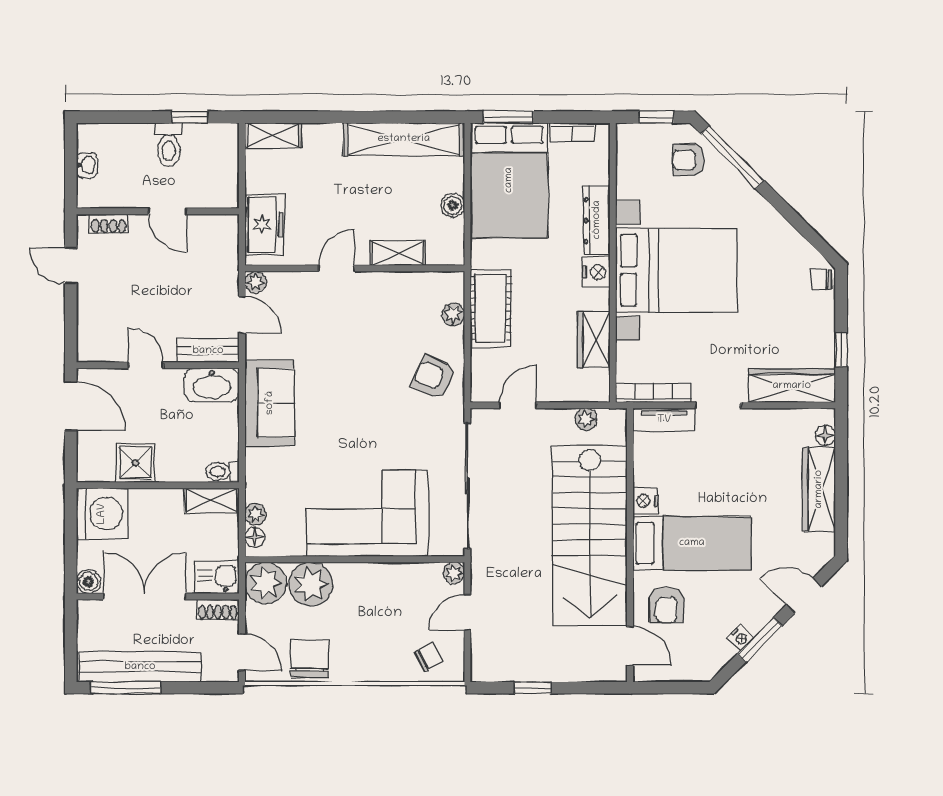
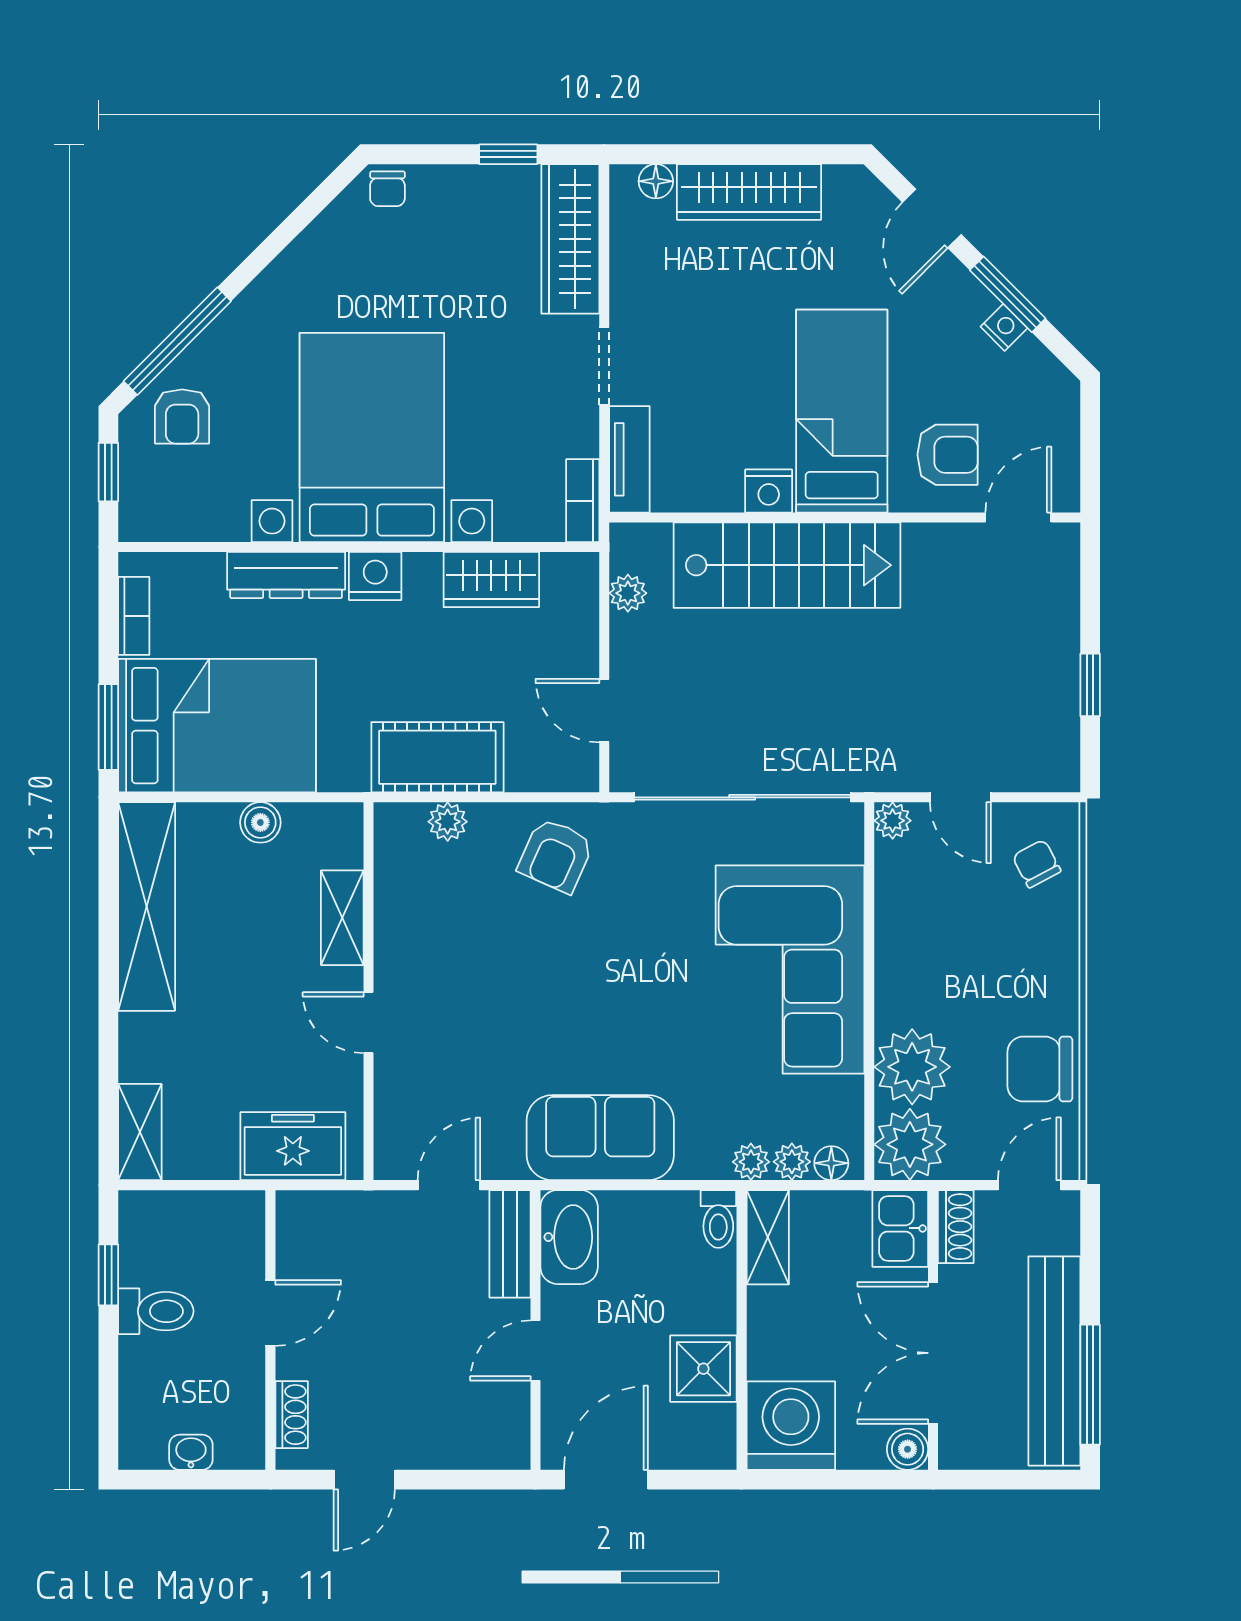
plant: (256, 282) -> (751, 1162), moved
bookcase: (653, 393) -> (583, 501), width x0.64
stairs: (590, 535) -> (787, 565), width x0.73, depth x0.66

